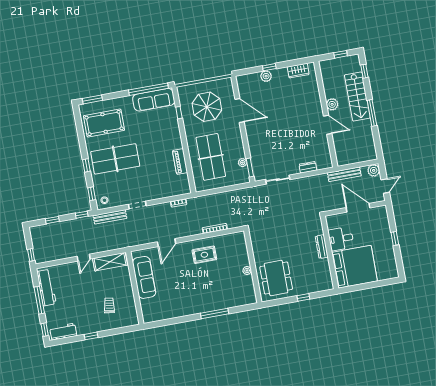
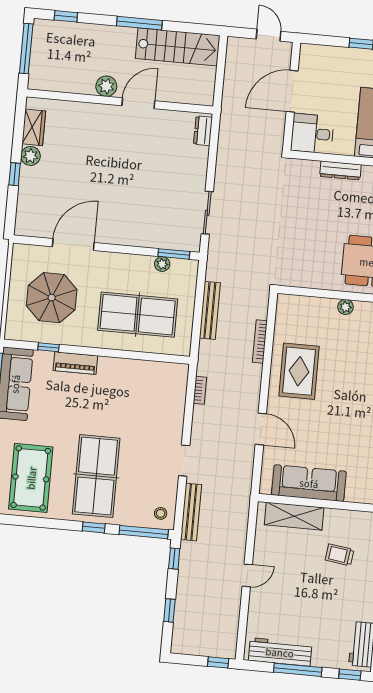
window: (341, 54) -> (26, 49), width x2.17
plant: (266, 76) -> (31, 156), moved
stairs: (357, 96) -> (178, 47), moved
piano: (180, 162) -> (75, 363), moved
dresser: (308, 167) -> (203, 131), moved
plant: (374, 170) -> (237, 47), removed
bench: (344, 174) -> (210, 310), moved
window: (92, 194) -> (144, 532), width x2.17
desk: (341, 239) -> (312, 134), moved, turned 90
rug: (204, 255) -> (299, 371), width x1.36, depth x1.43
door: (84, 258) -> (247, 575), hinge flipped
shelving: (110, 262) -> (294, 516), moved, turned 90

